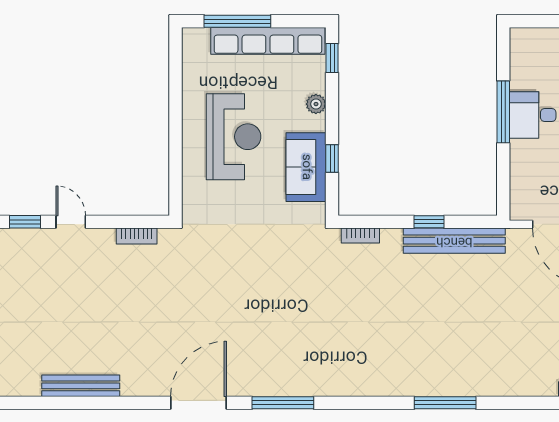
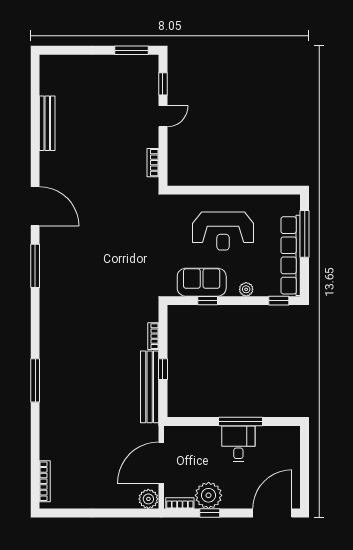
bookcase: (360, 236) -> (153, 336), moved

